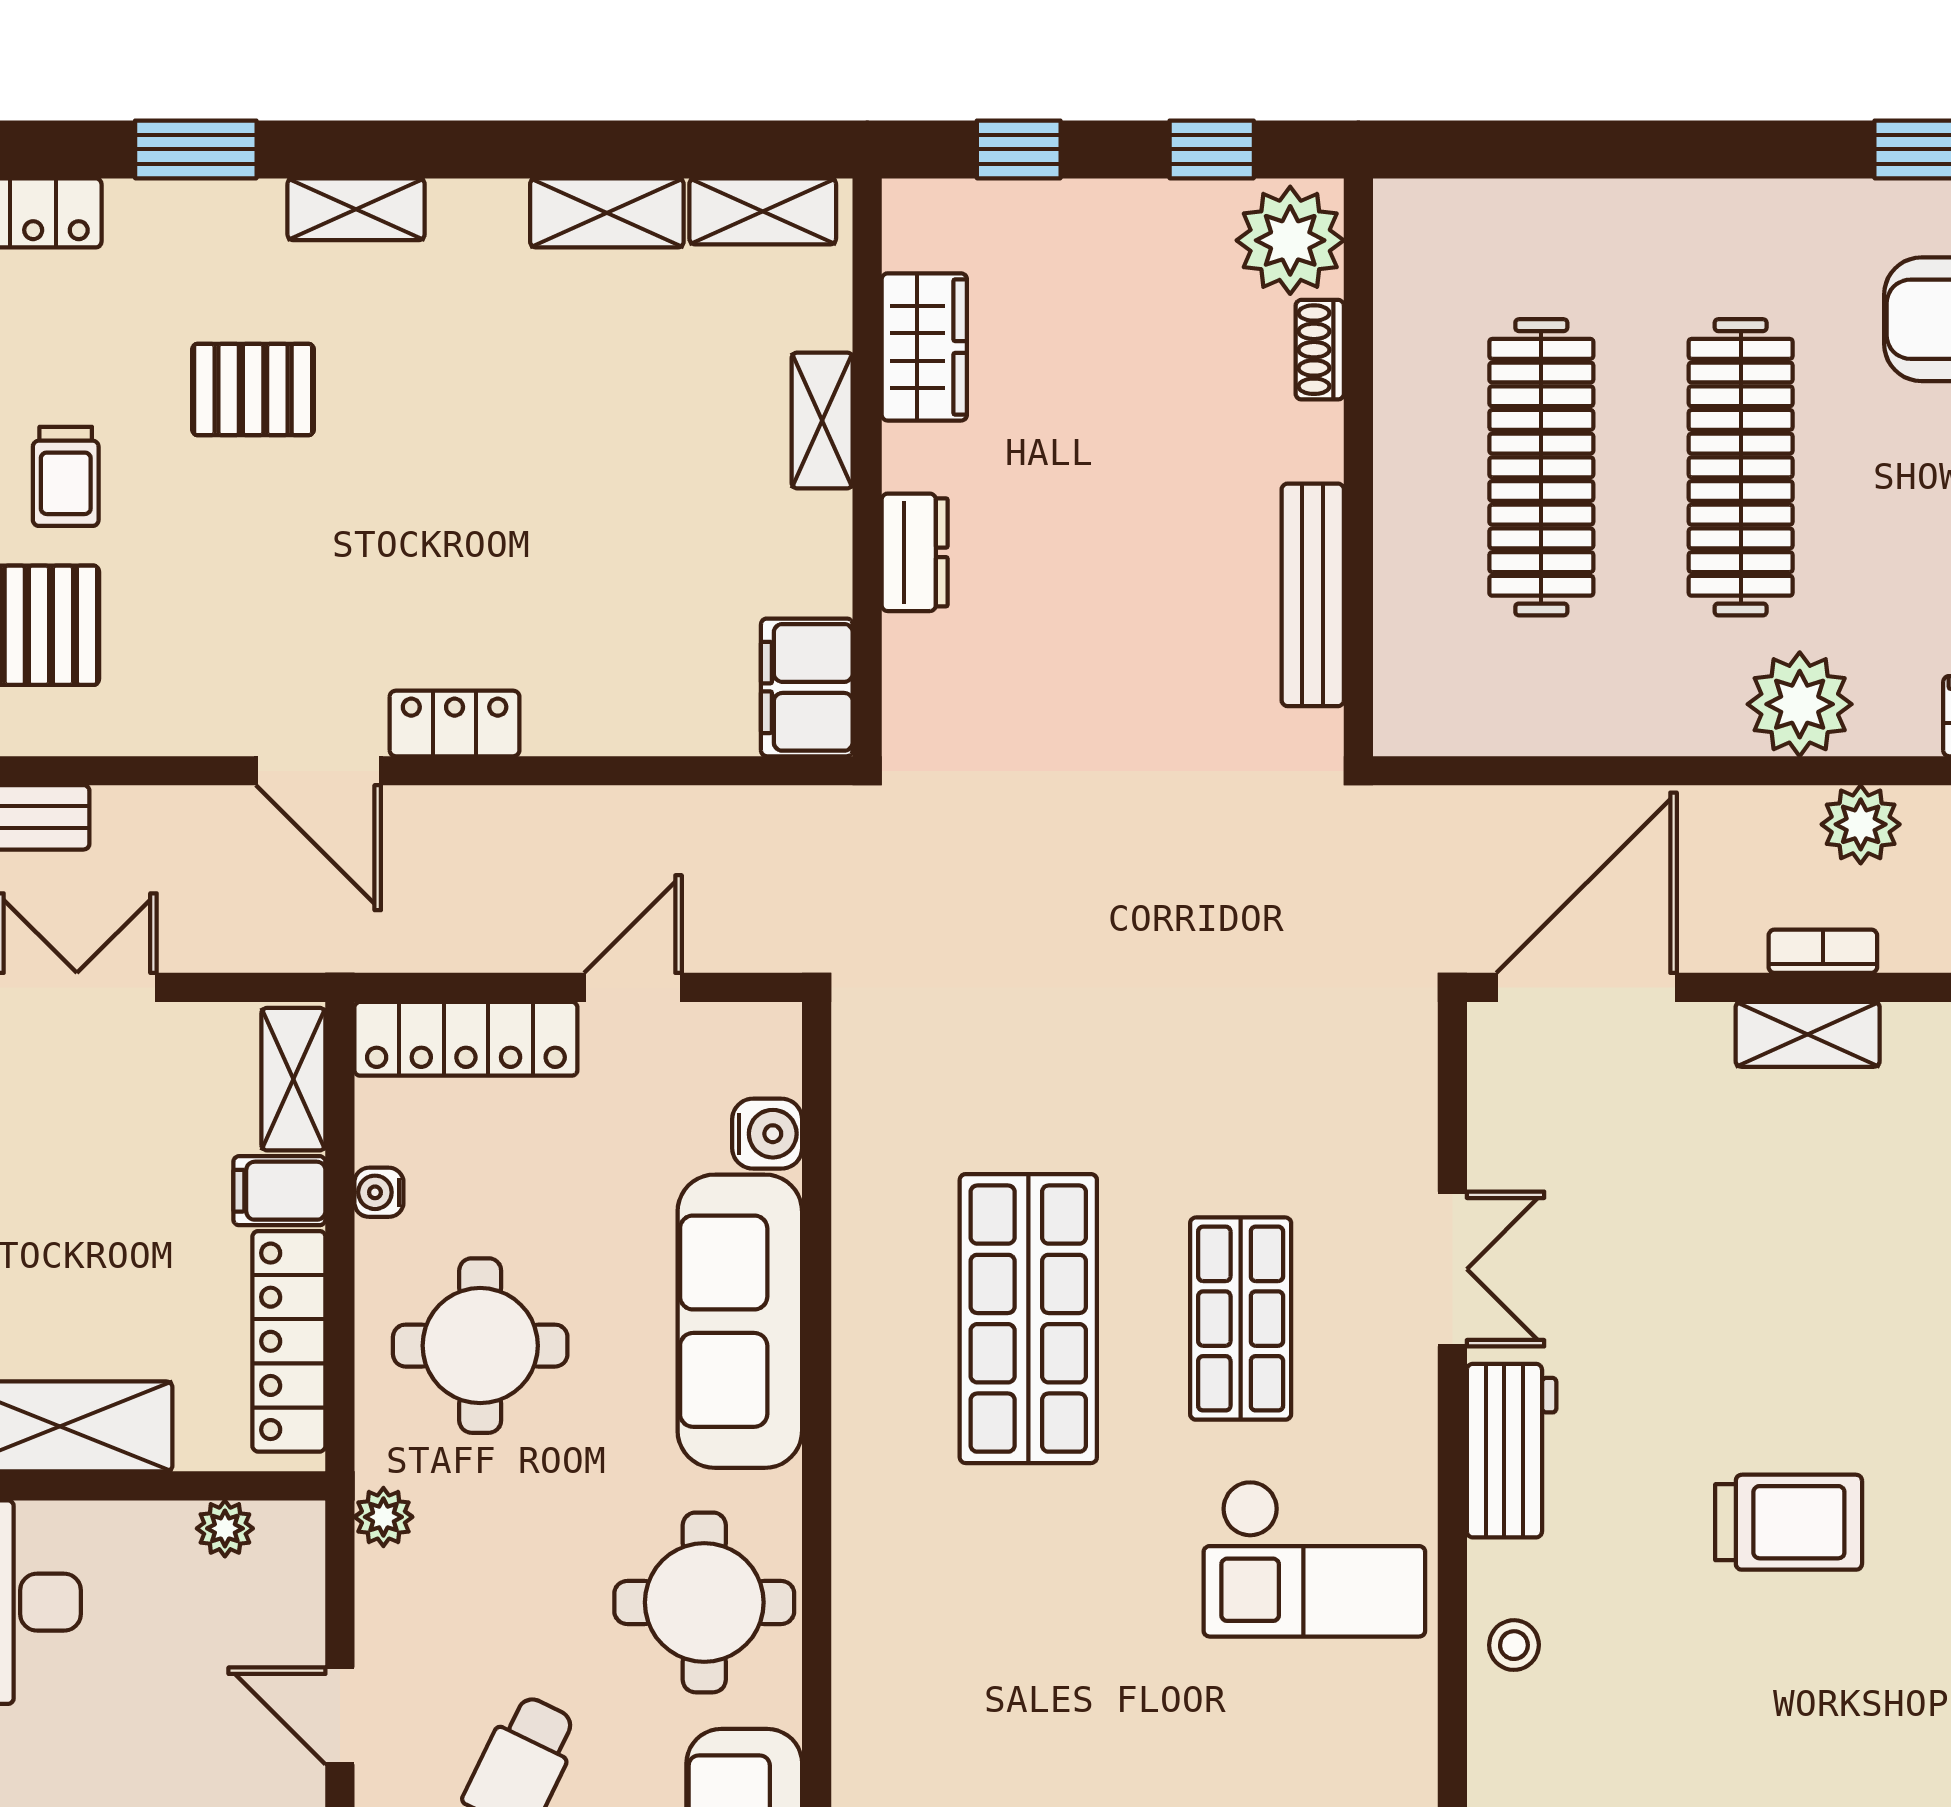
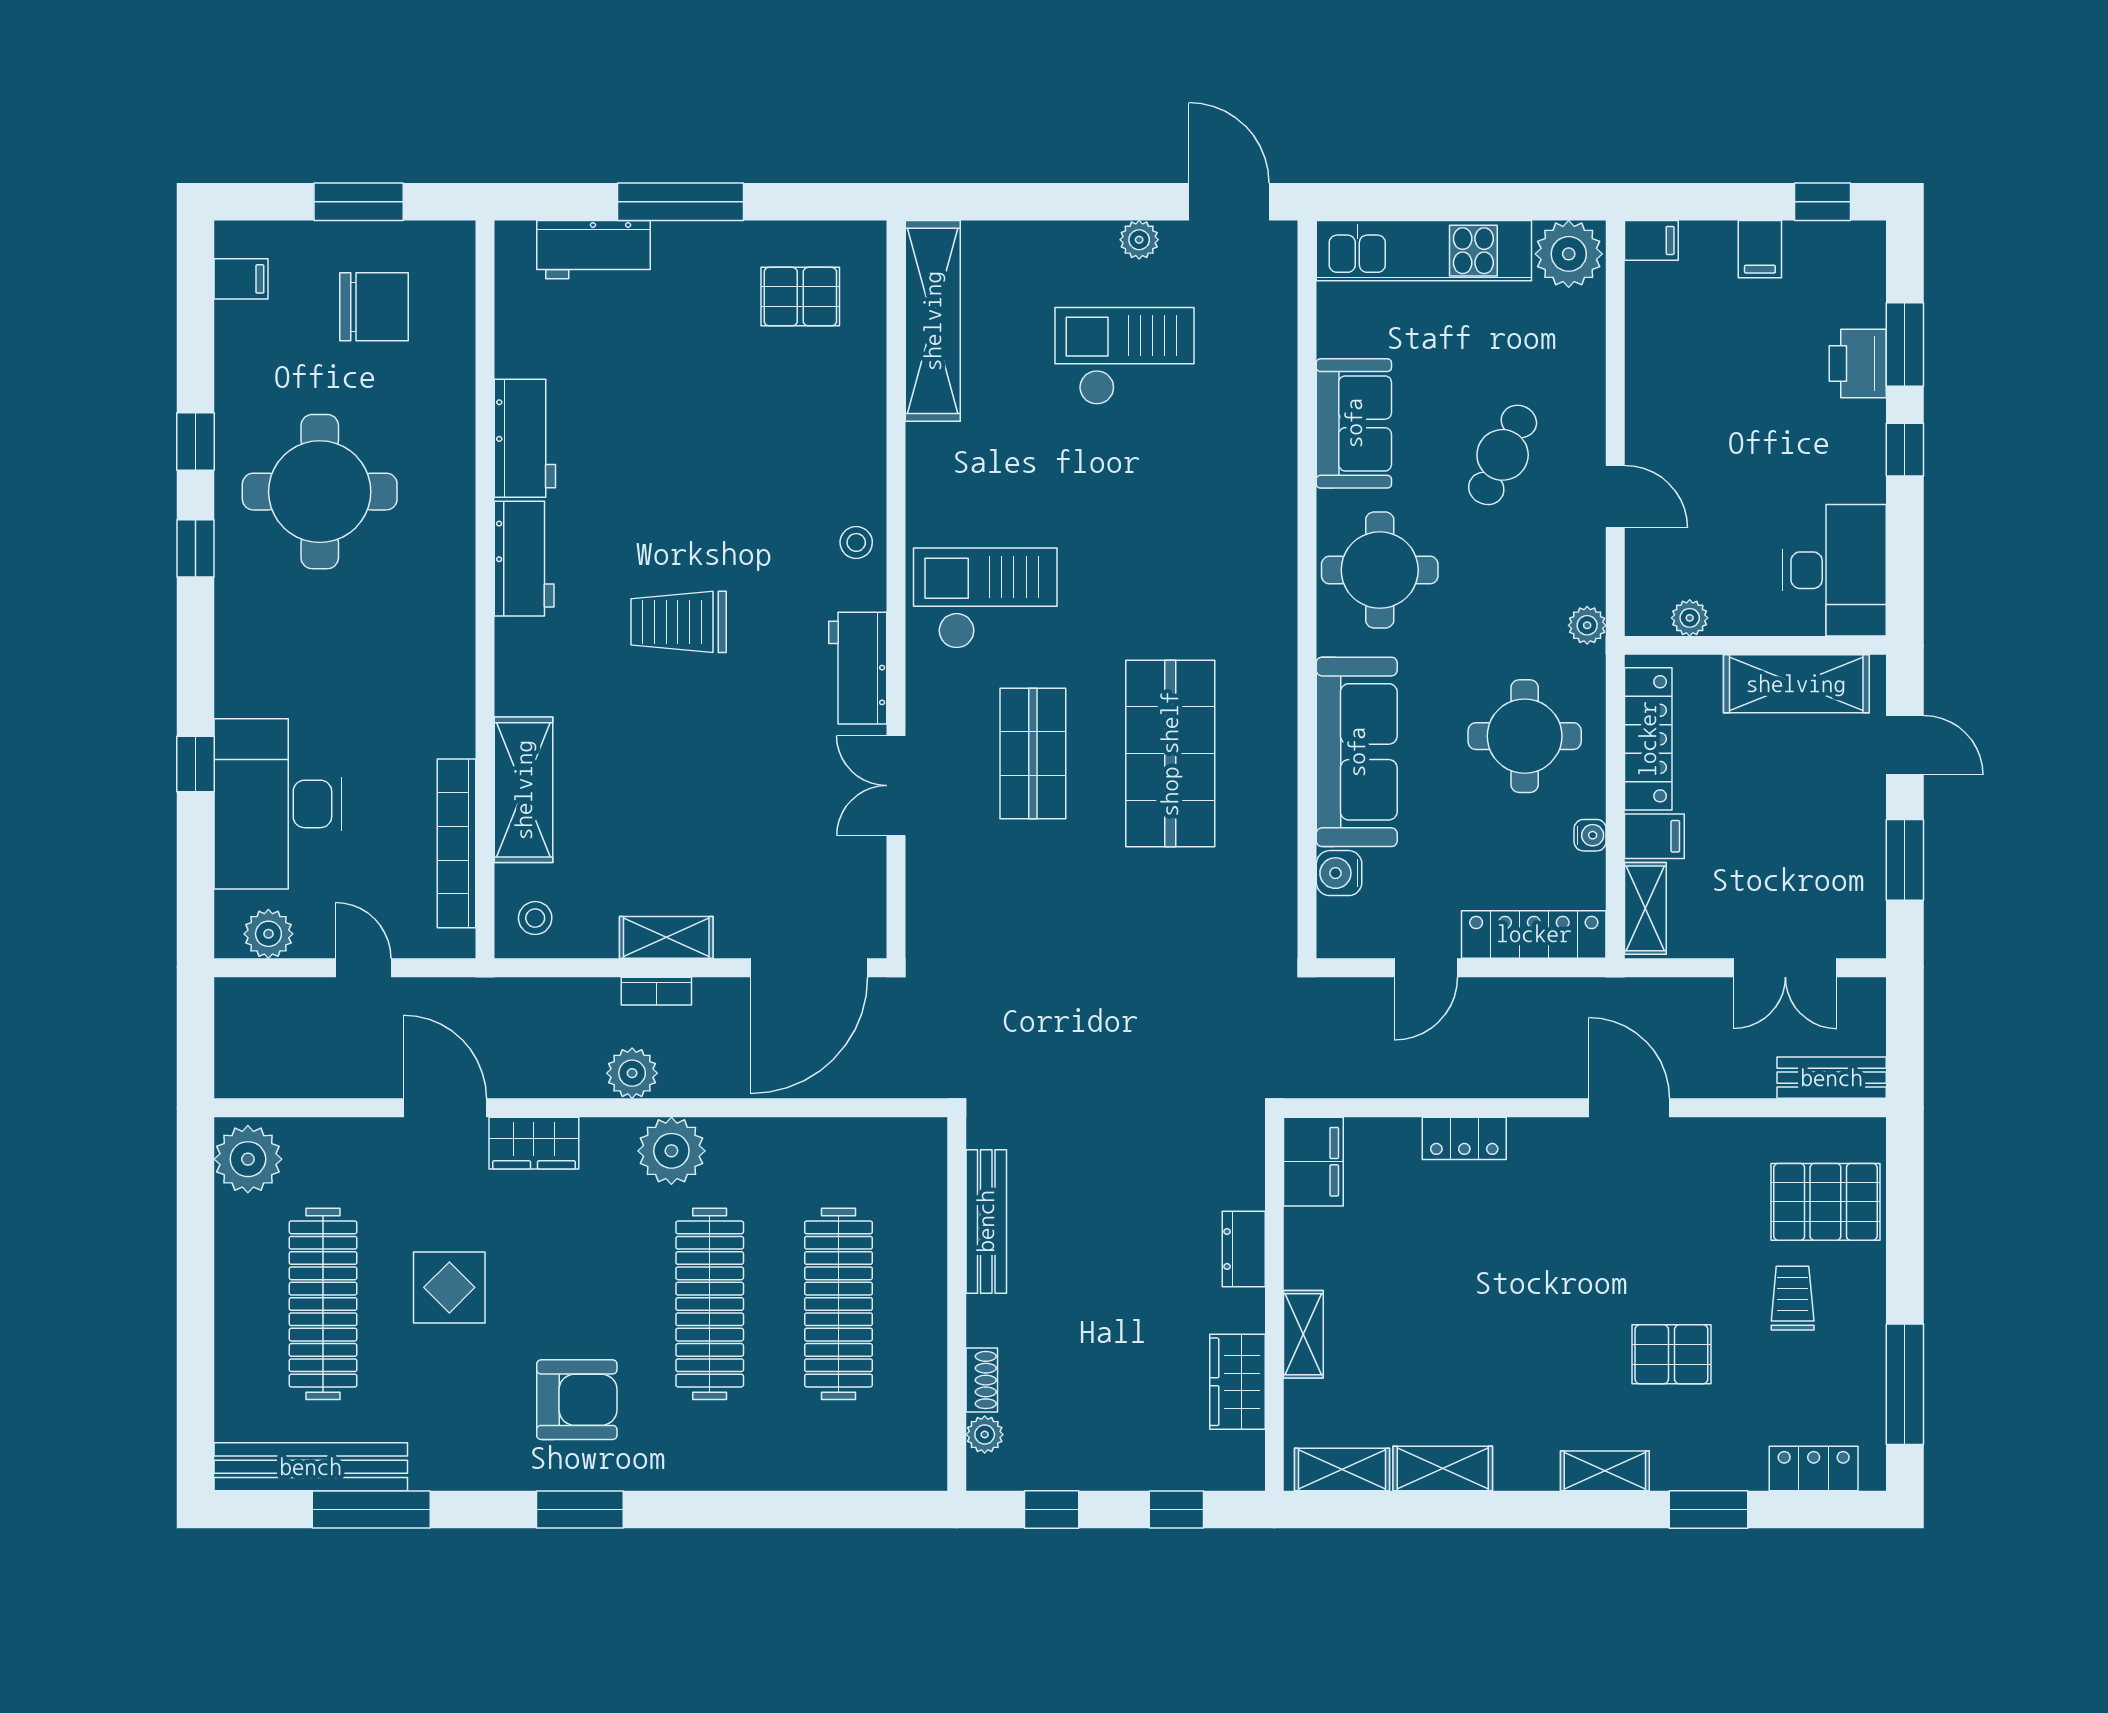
plant: (1290, 240) -> (985, 1435), width x0.53, depth x0.53
locker: (455, 723) -> (1464, 1138), moved

